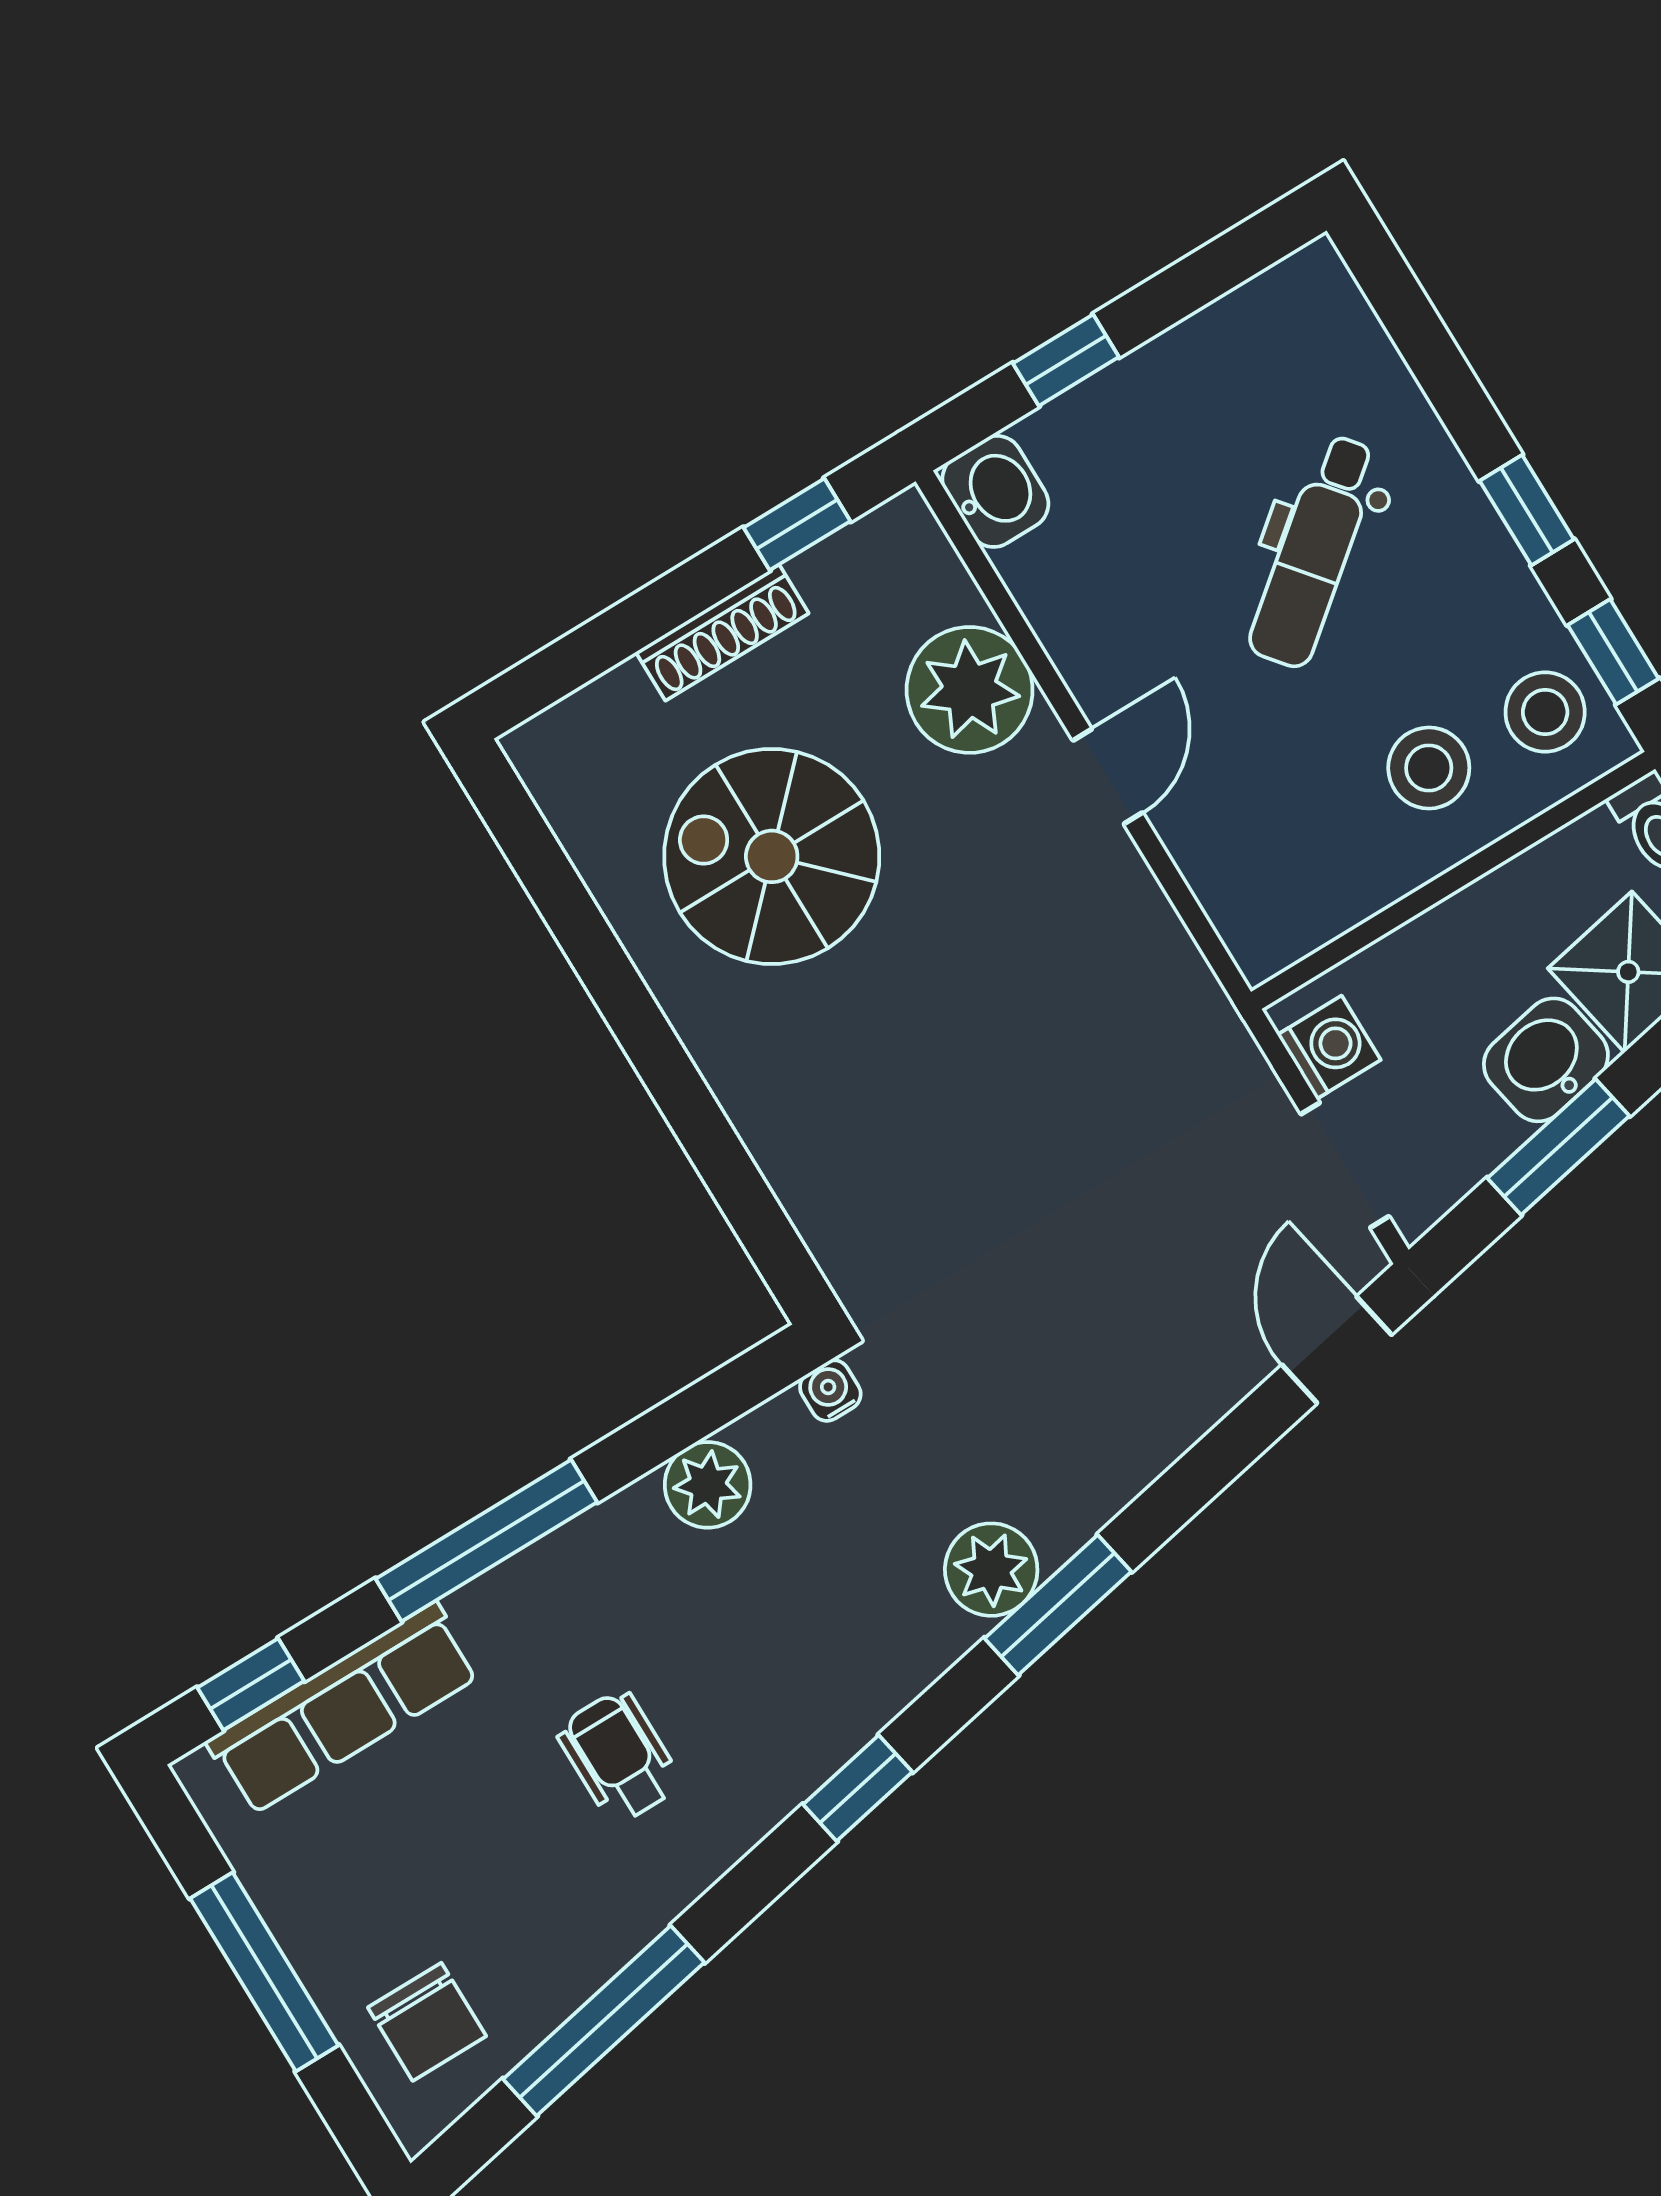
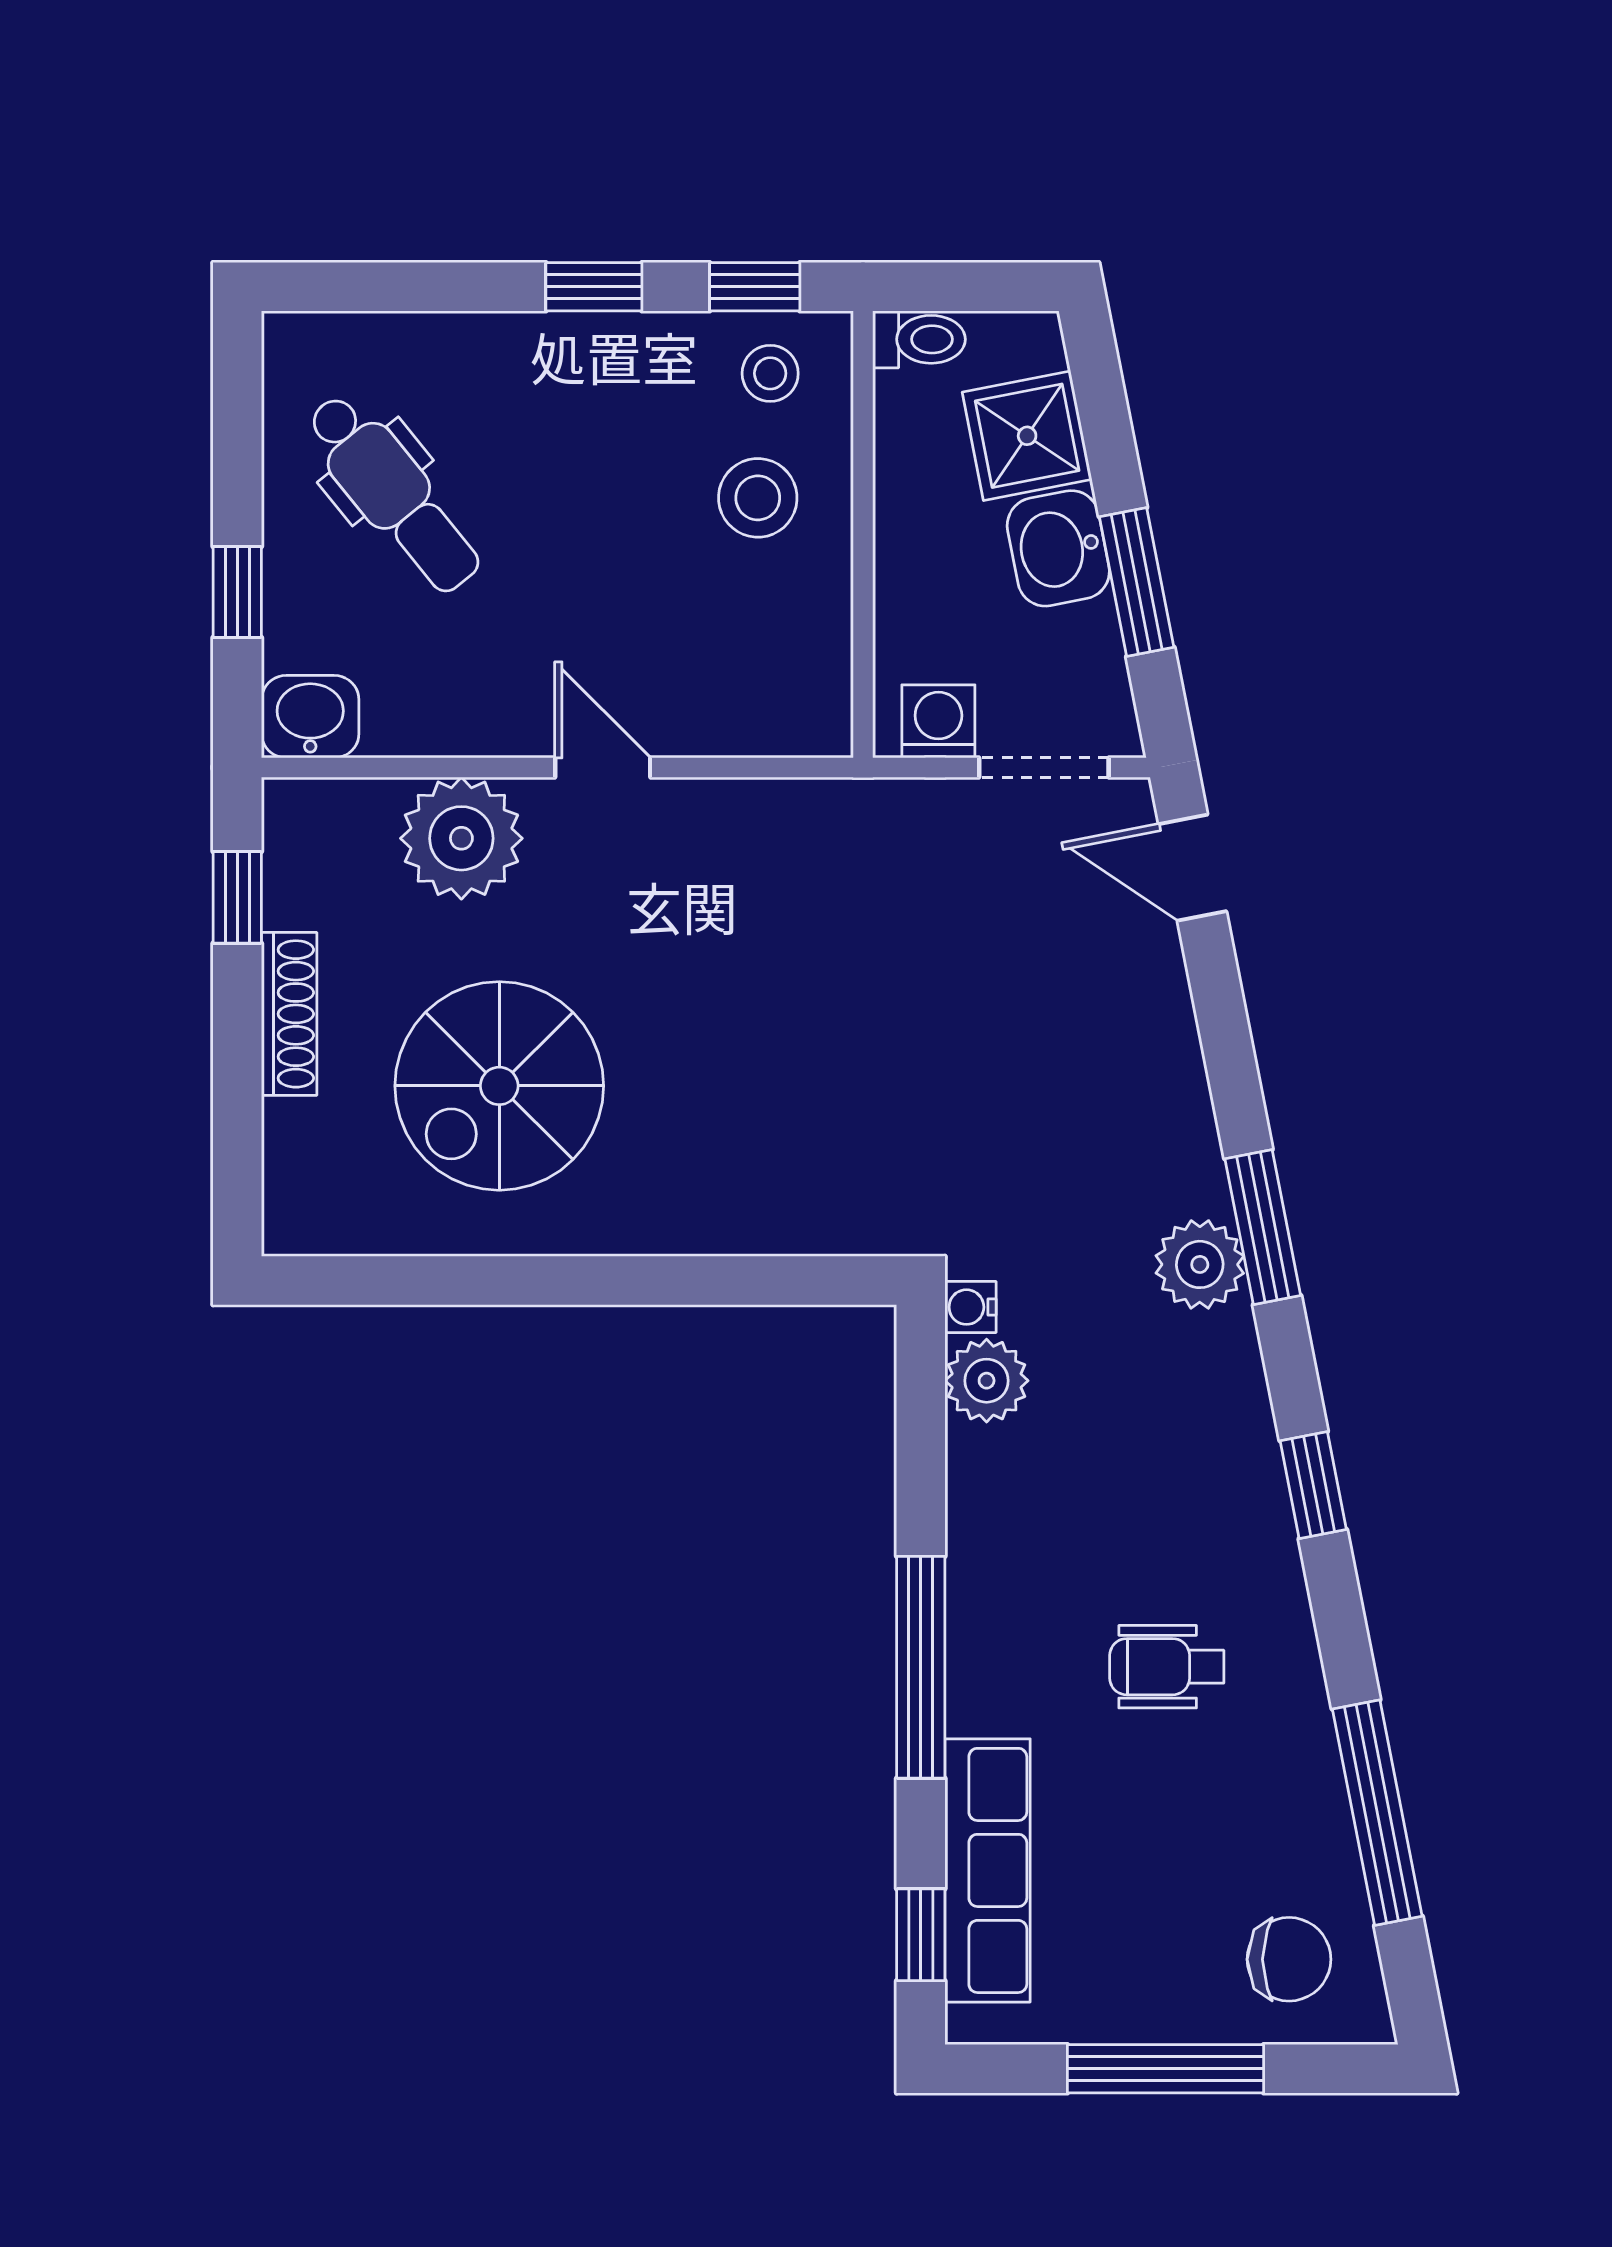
dental chair: (1314, 551) -> (393, 493), moved
stool: (1545, 712) -> (770, 373), width x0.73, depth x0.73
plant: (708, 1485) -> (987, 1381), moved

